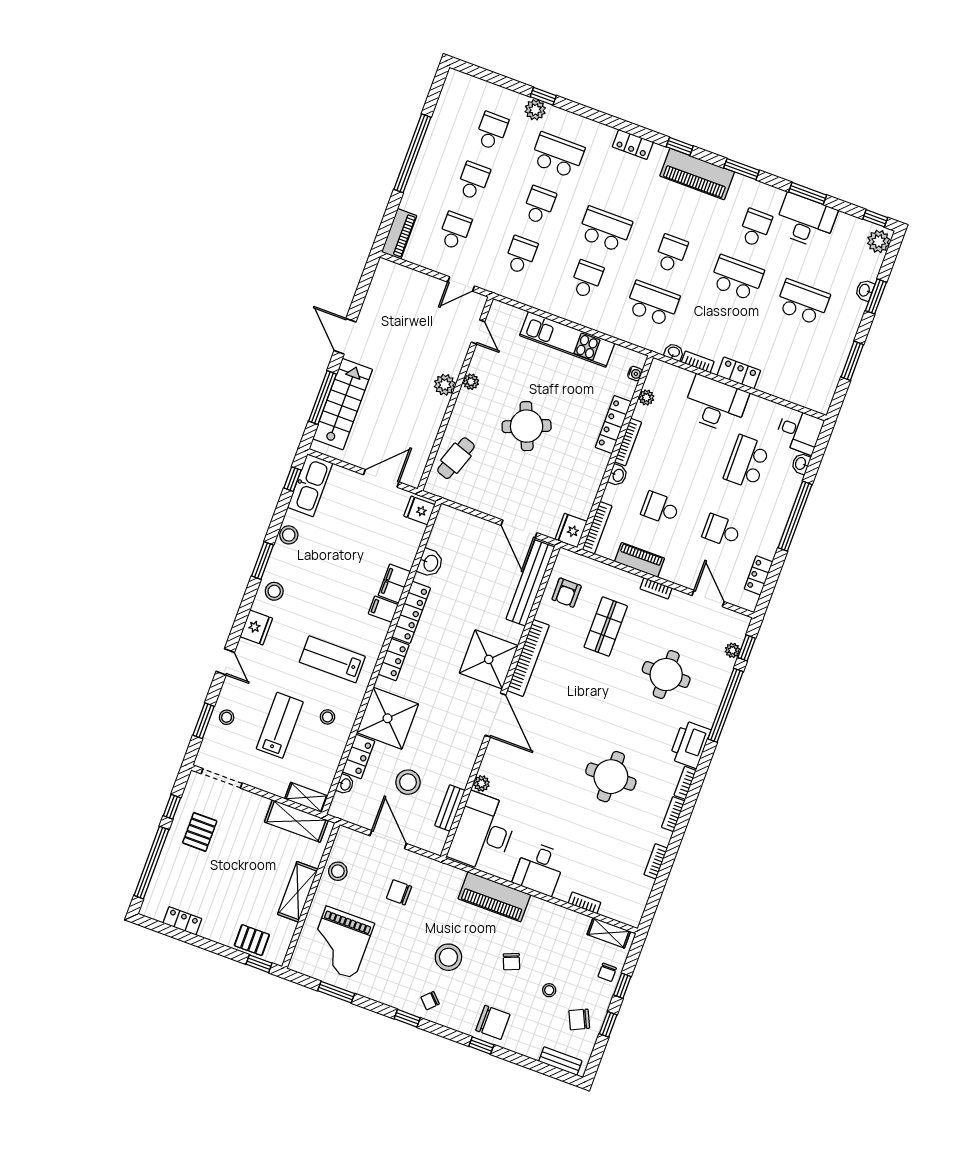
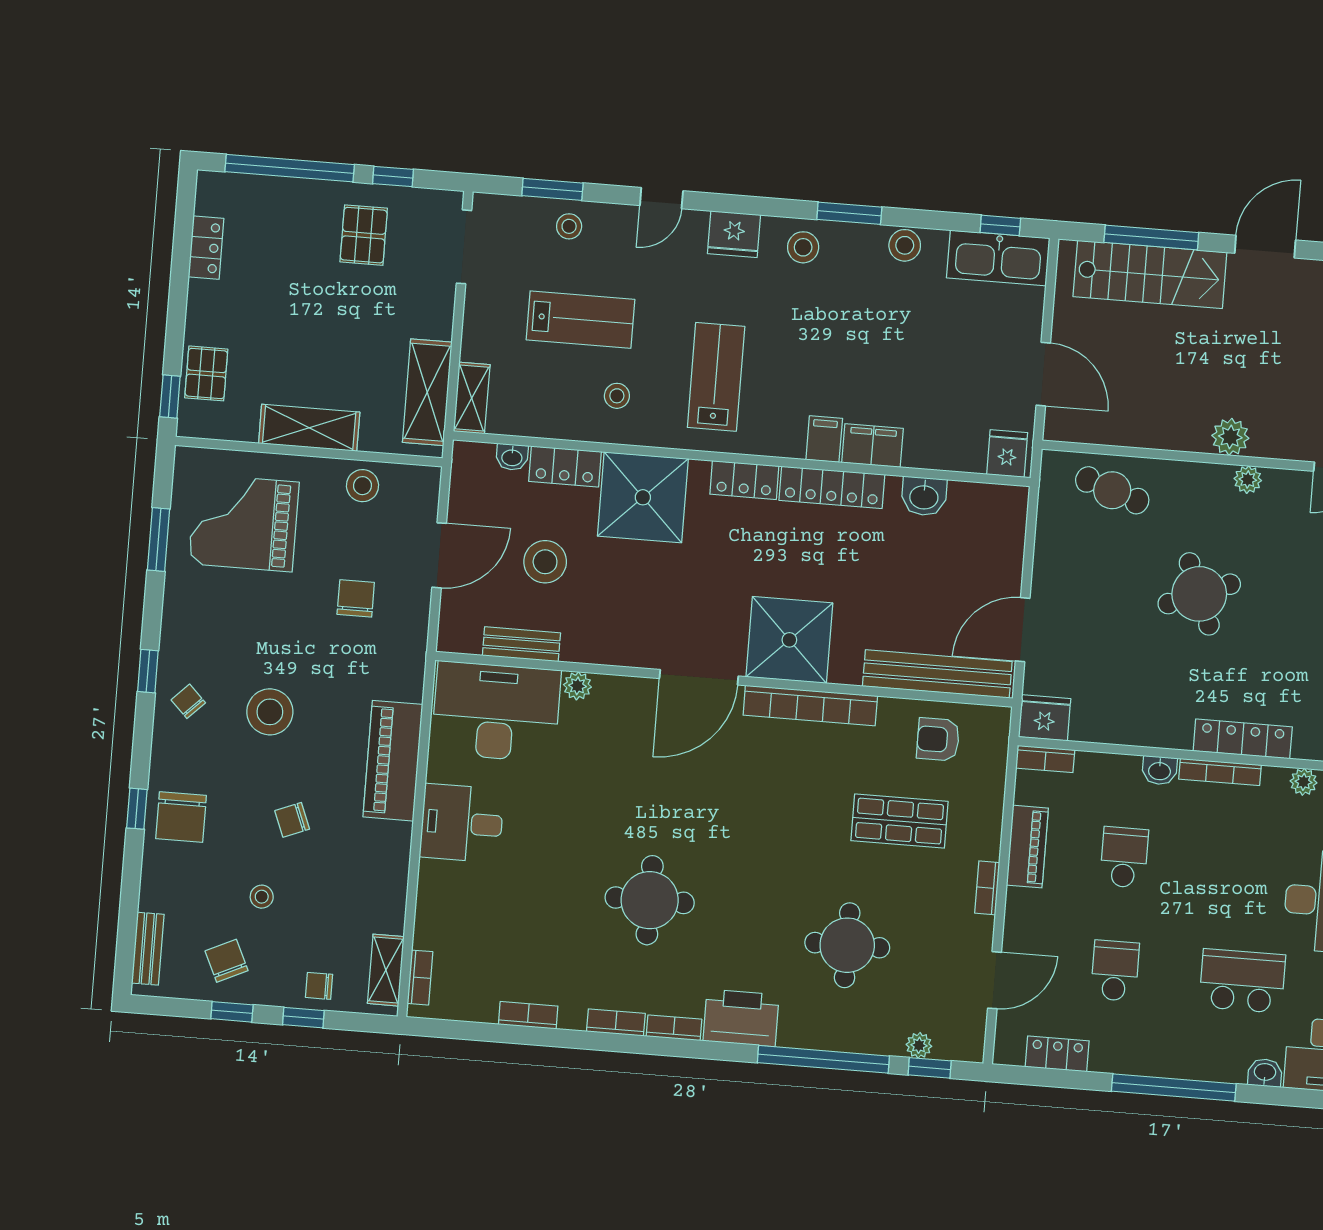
bookcase: (597, 528) -> (1045, 759), width x0.64
pallet: (200, 832) -> (364, 235), turned 90
bookcase: (584, 903) -> (420, 978), moved

